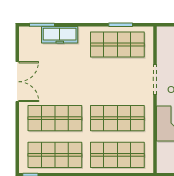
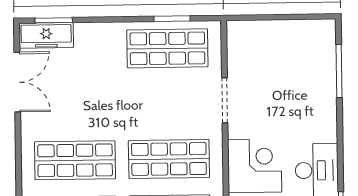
freezer: (60, 35) -> (46, 35), moved
double door: (17, 82) -> (17, 82), moved

